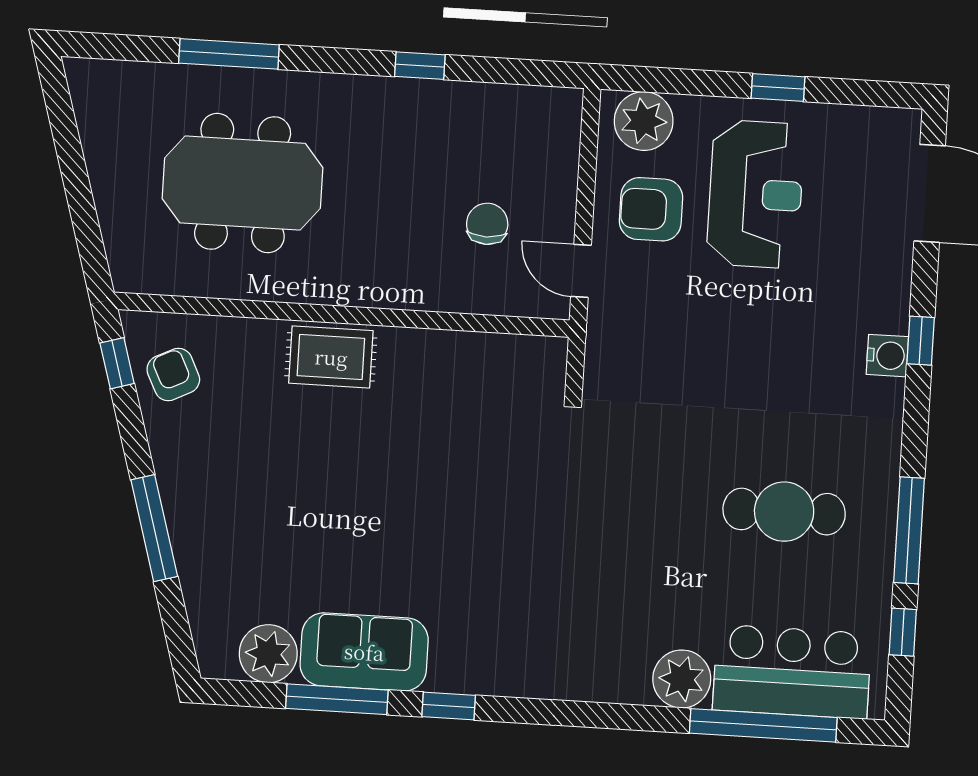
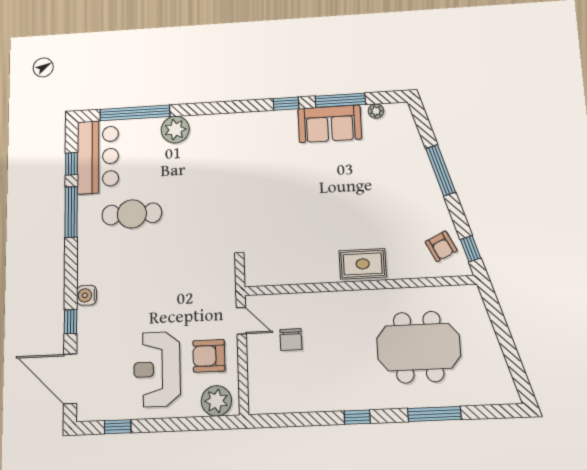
window: (420, 66) -> (357, 417), moved
window: (778, 88) -> (118, 427), moved
armchair: (651, 209) -> (209, 356), turned 180
window: (921, 341) -> (70, 322), moved
plant: (268, 654) -> (376, 111), width x0.53, depth x0.53
bar counter: (792, 672) -> (98, 157), moved, turned -90

